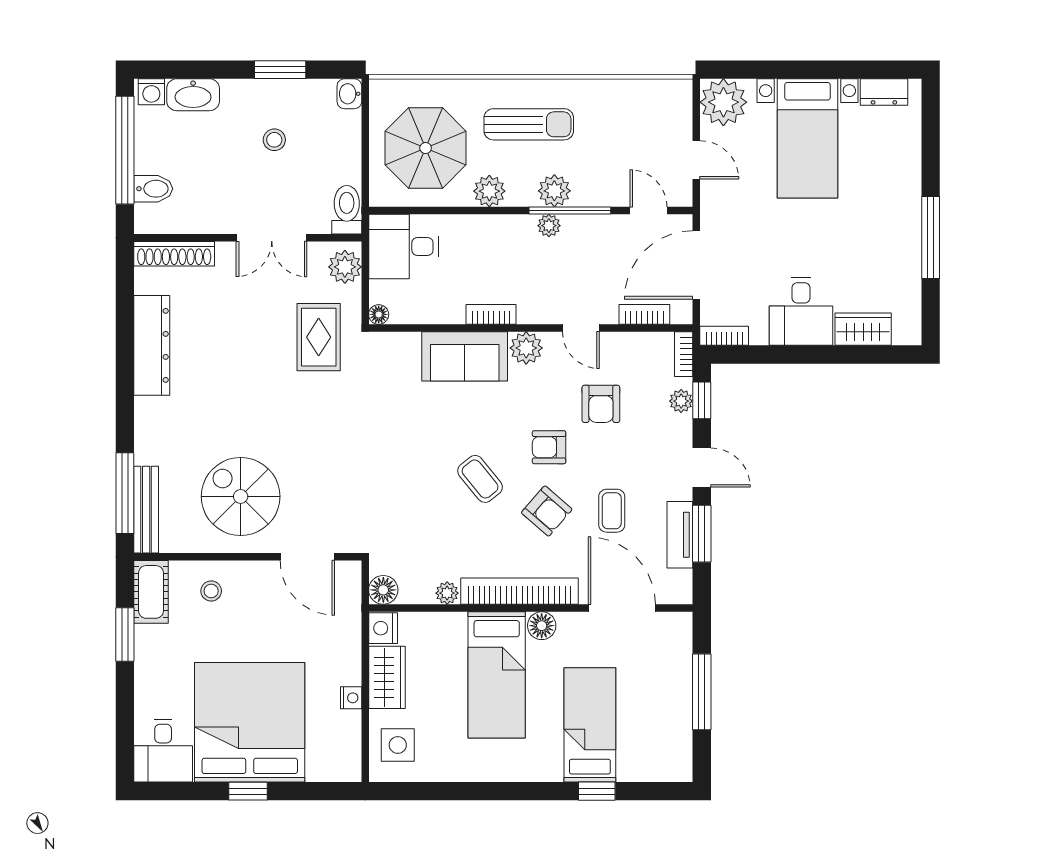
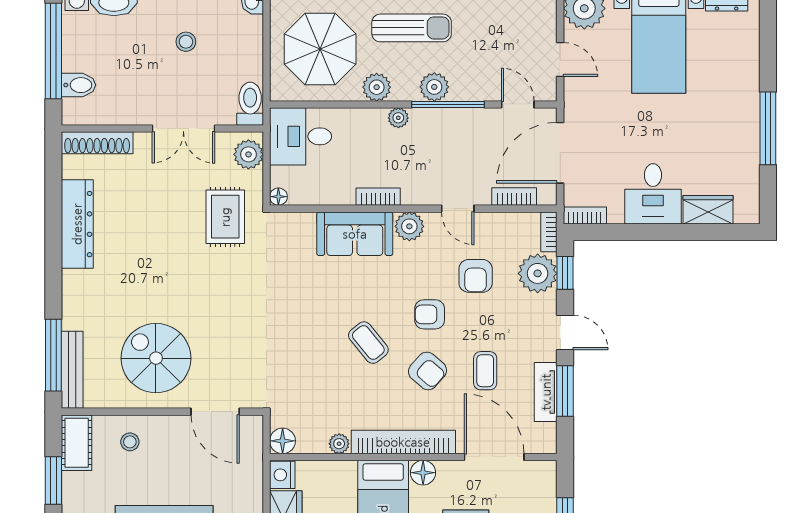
plant: (549, 226) -> (398, 118), moved
plant: (681, 401) -> (538, 273), width x1.87, depth x1.87

